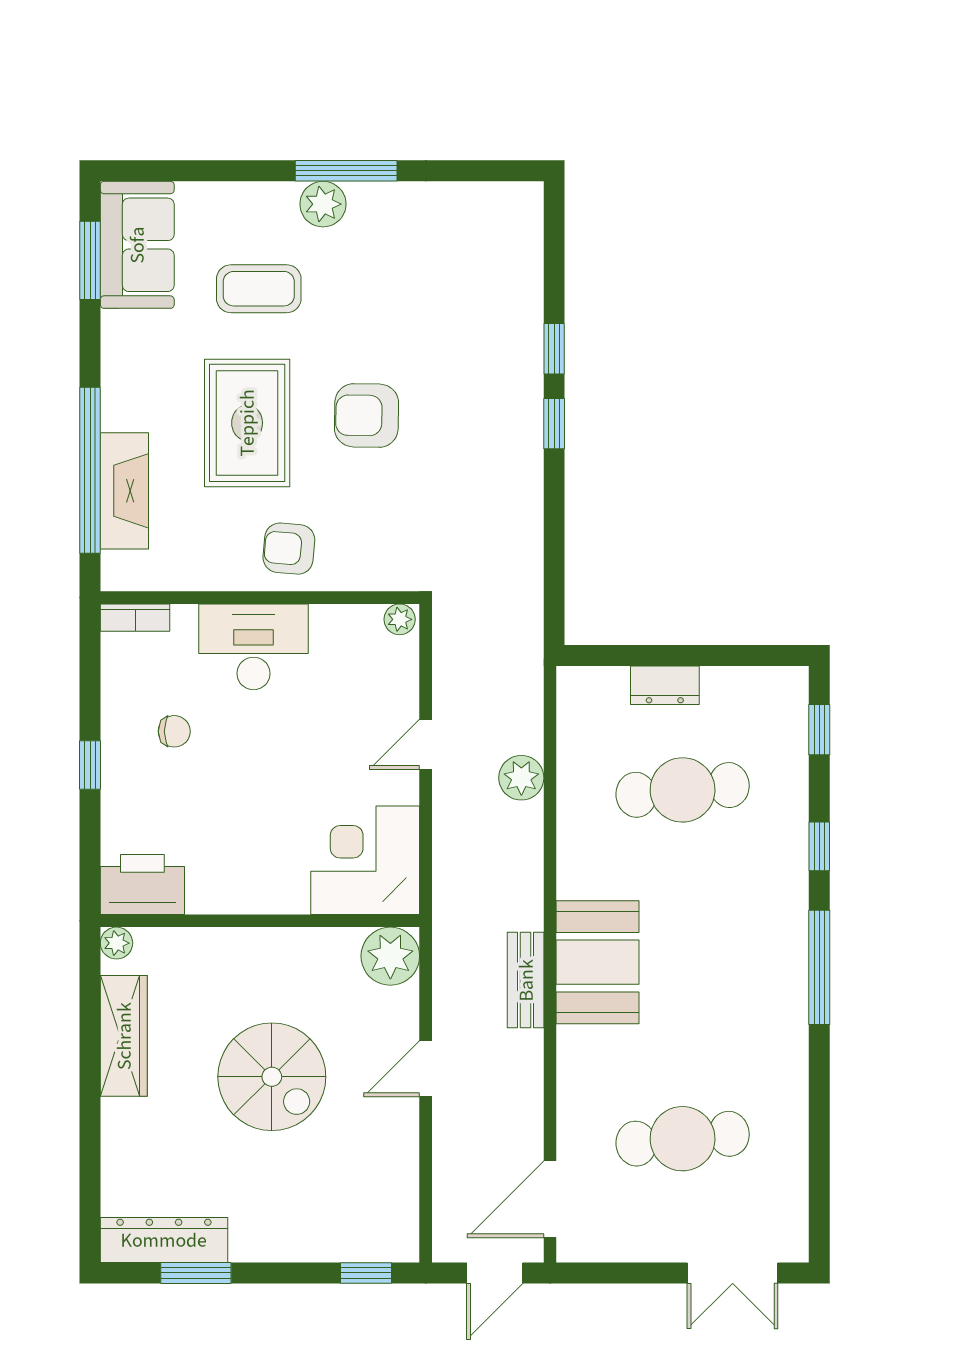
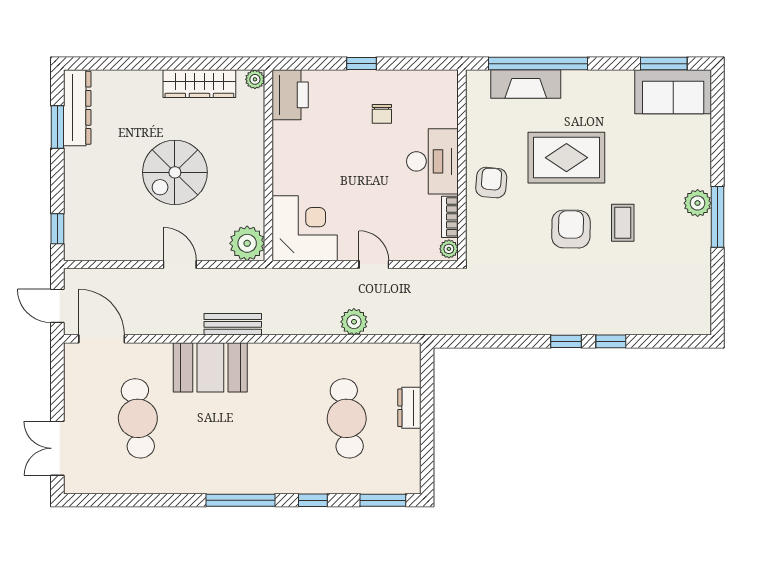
coffee table: (259, 289) -> (623, 223), moved, width x0.73, depth x0.77
bookcase: (135, 618) -> (450, 217), moved
window: (819, 730) -> (383, 500), width x1.50
booth: (598, 962) -> (210, 367), moved

